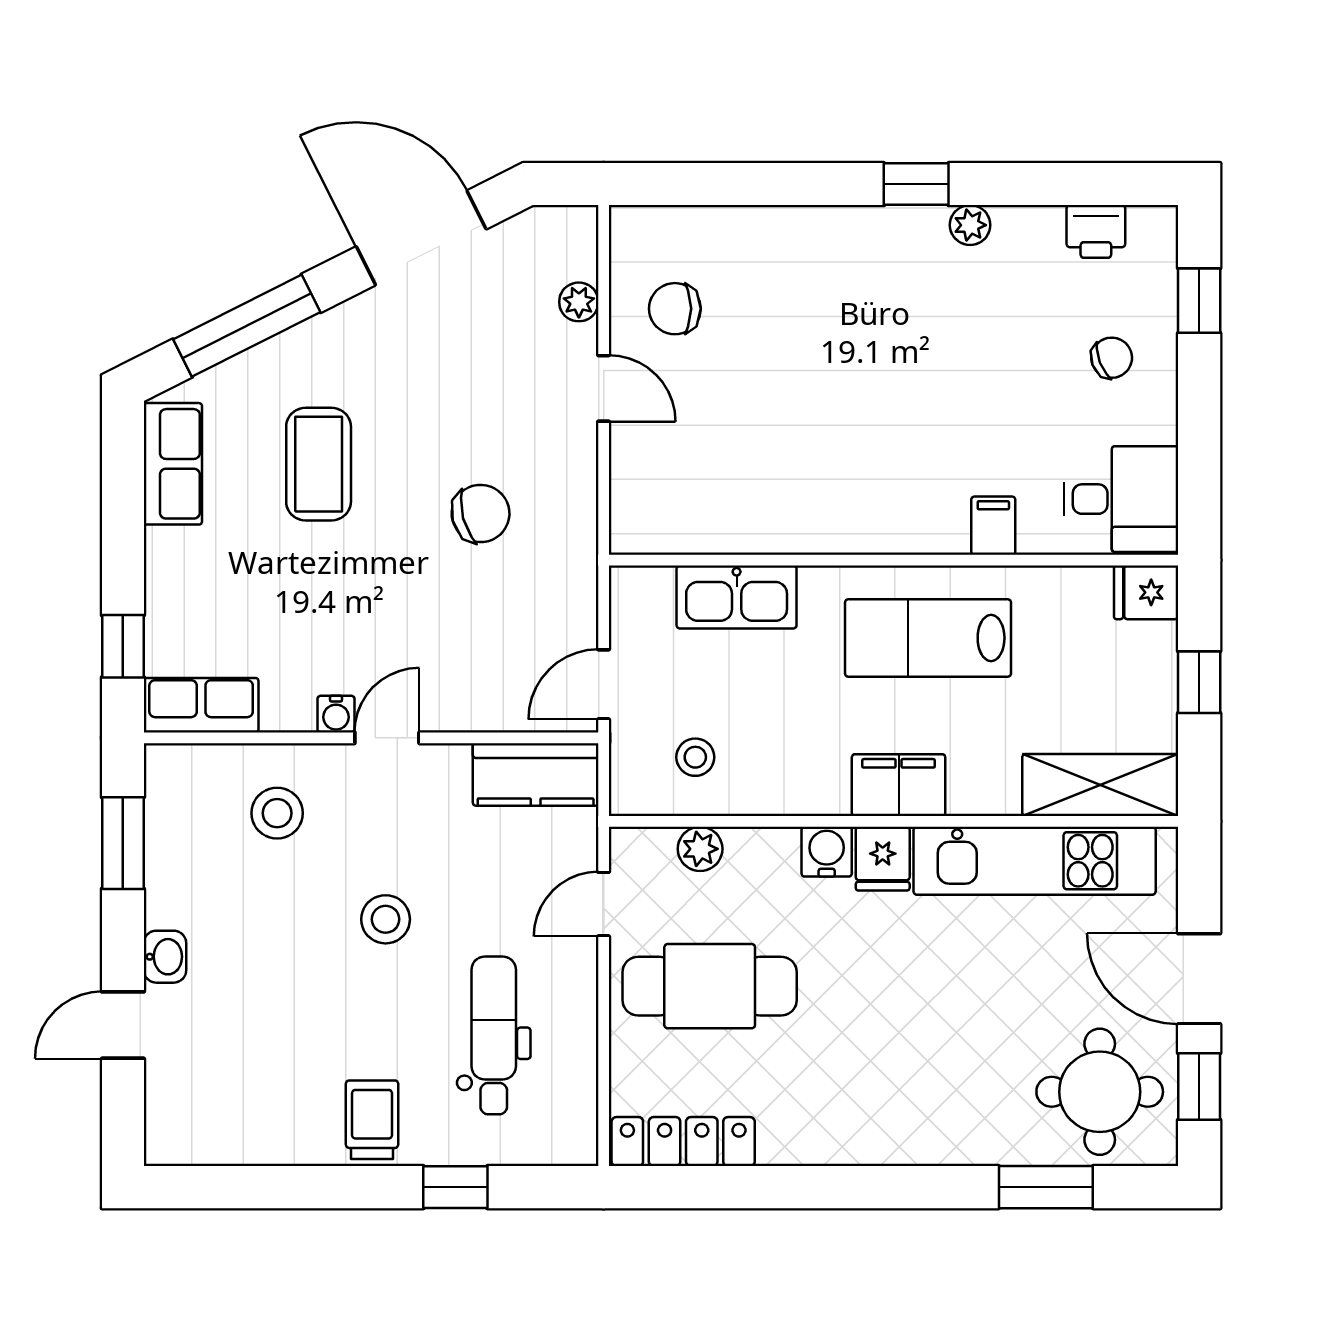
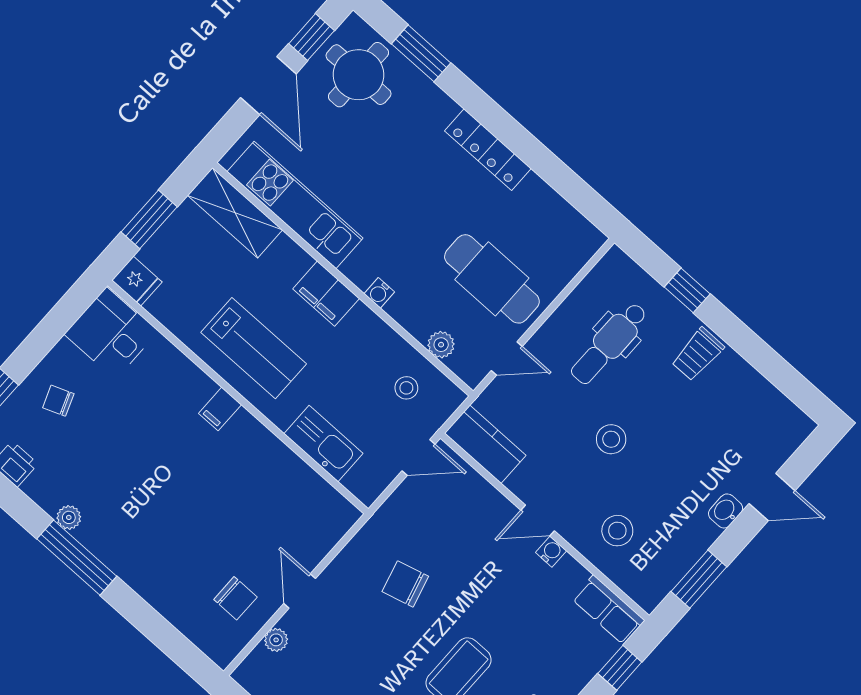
window: (916, 184) -> (77, 558), width x2.17
filing cabinet: (993, 526) -> (220, 409), moved
window: (1199, 682) -> (149, 219), width x1.50
water cooler: (827, 852) -> (379, 293), width x0.72, depth x0.72
fridge: (883, 859) -> (363, 267), removed
locker: (683, 1142) -> (488, 150), moved

